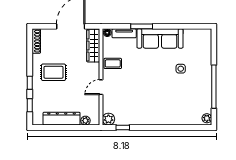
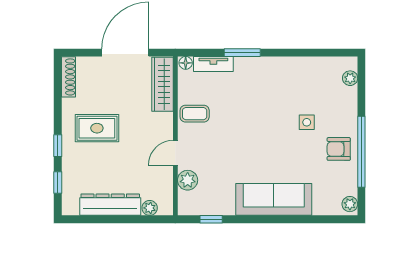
sofa: (160, 38) -> (274, 199), moved, turned 180
plant: (207, 42) -> (350, 78), added
armchair: (200, 85) -> (339, 149), added
plant: (108, 119) -> (188, 180), moved

